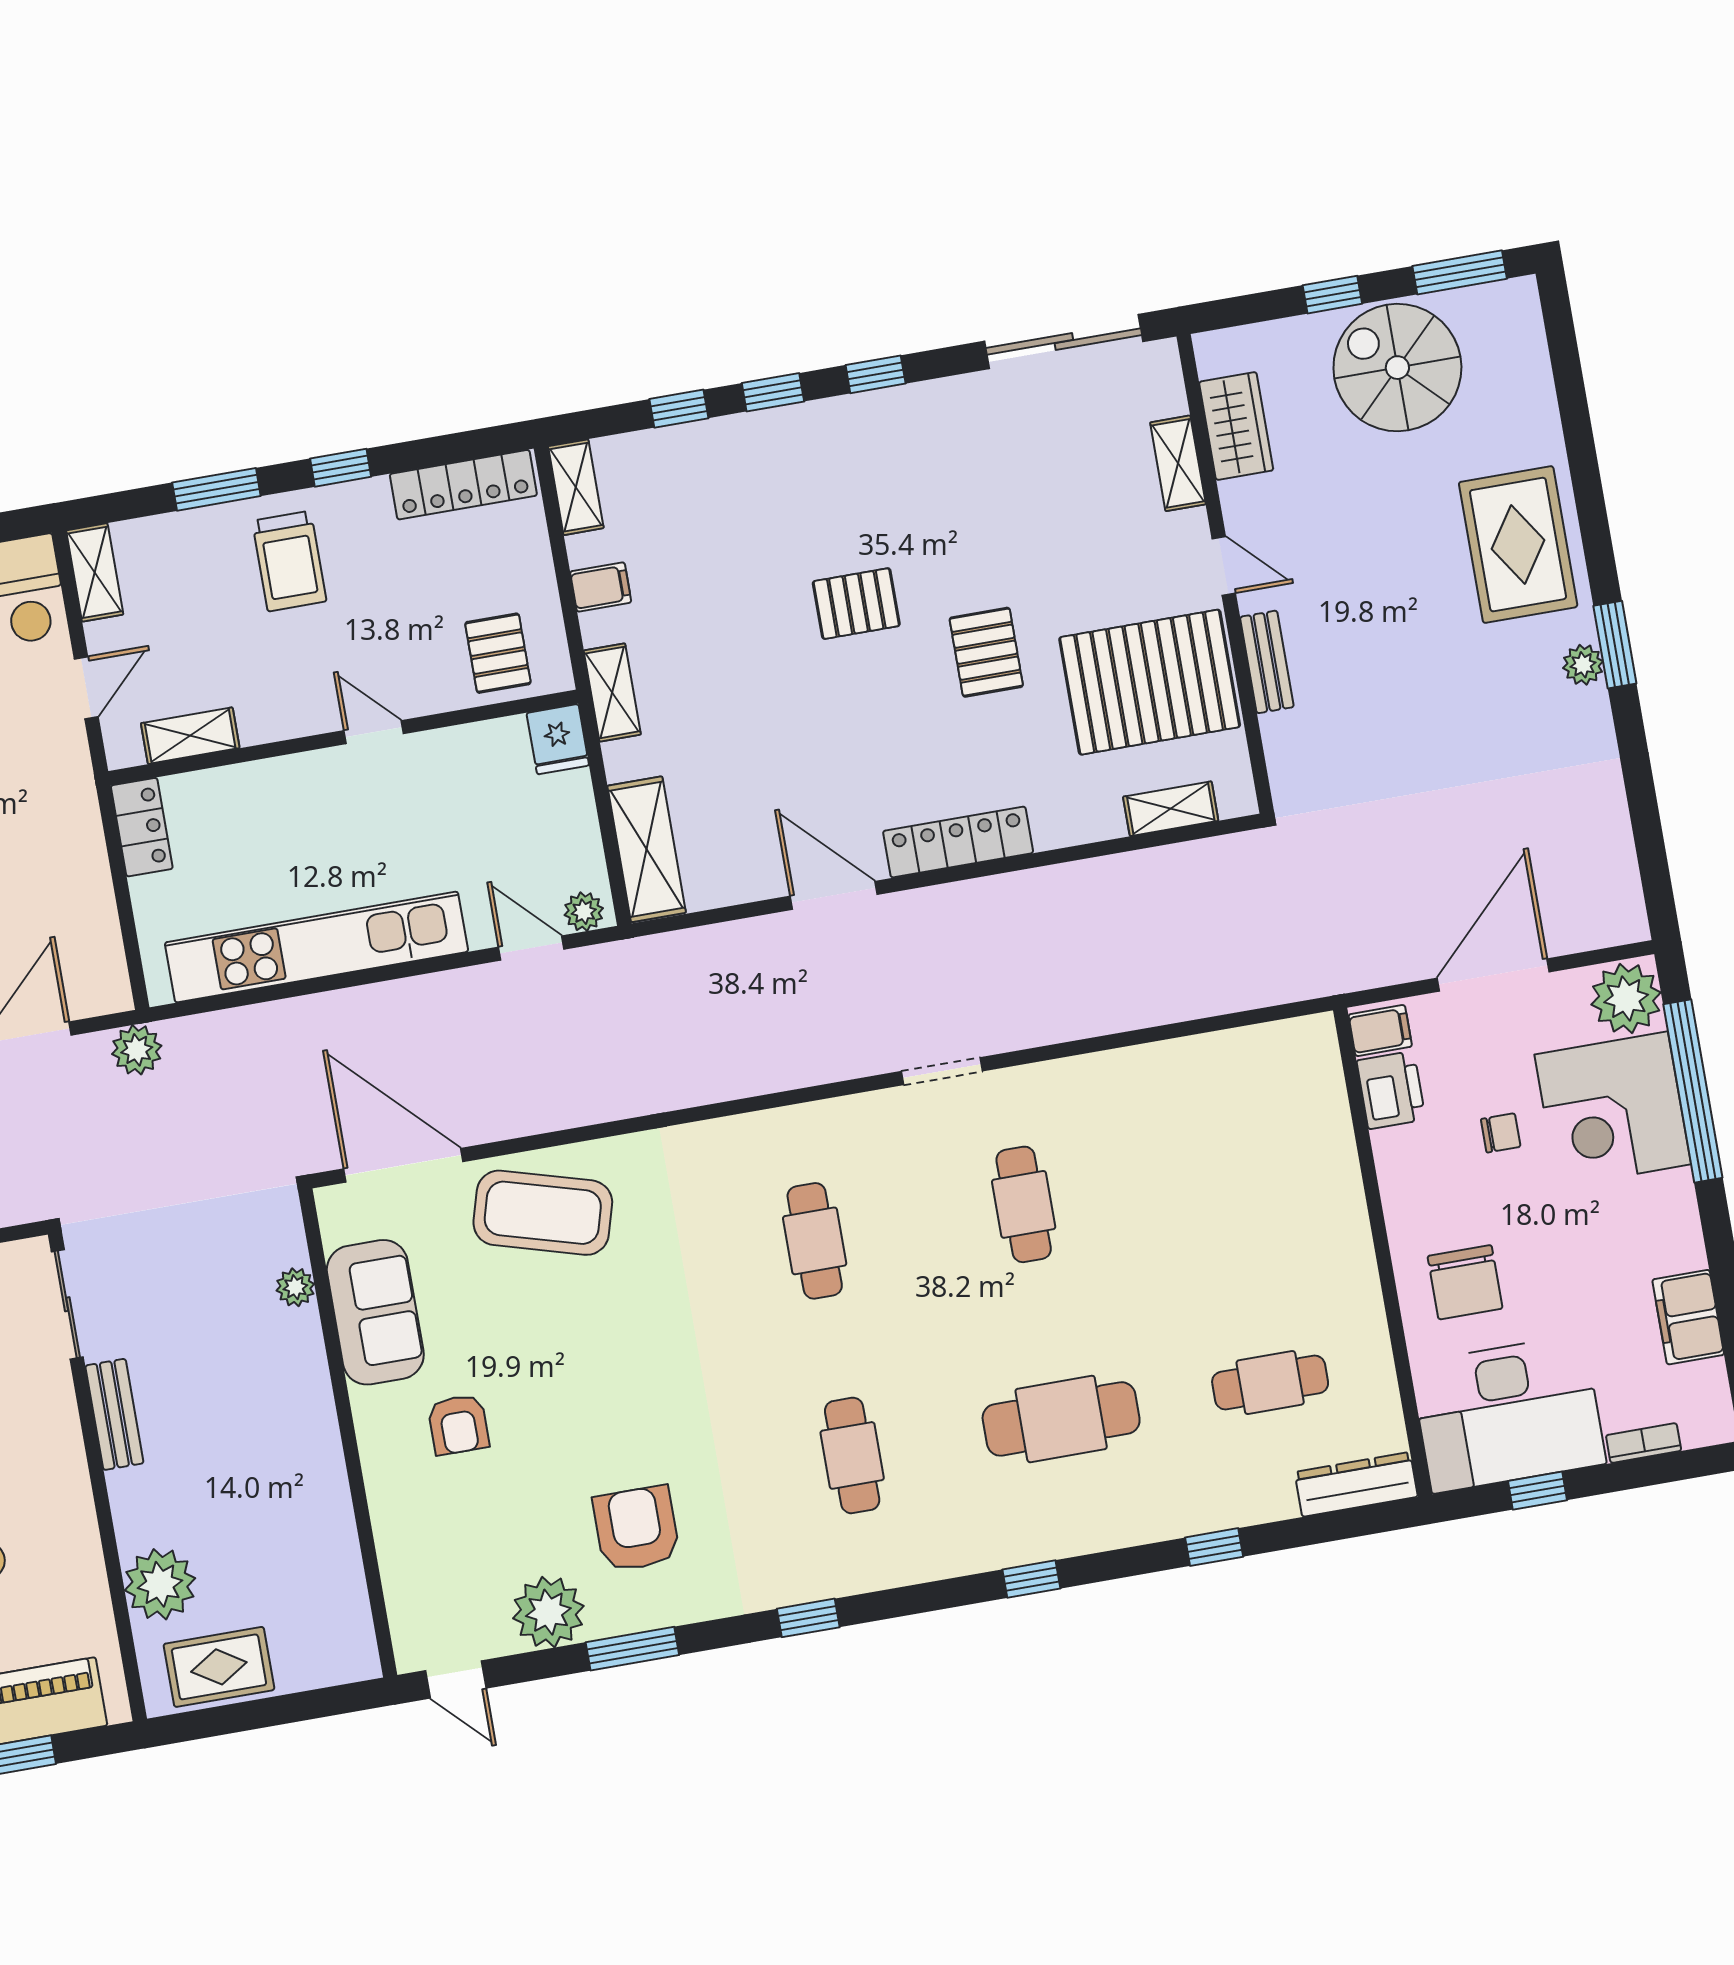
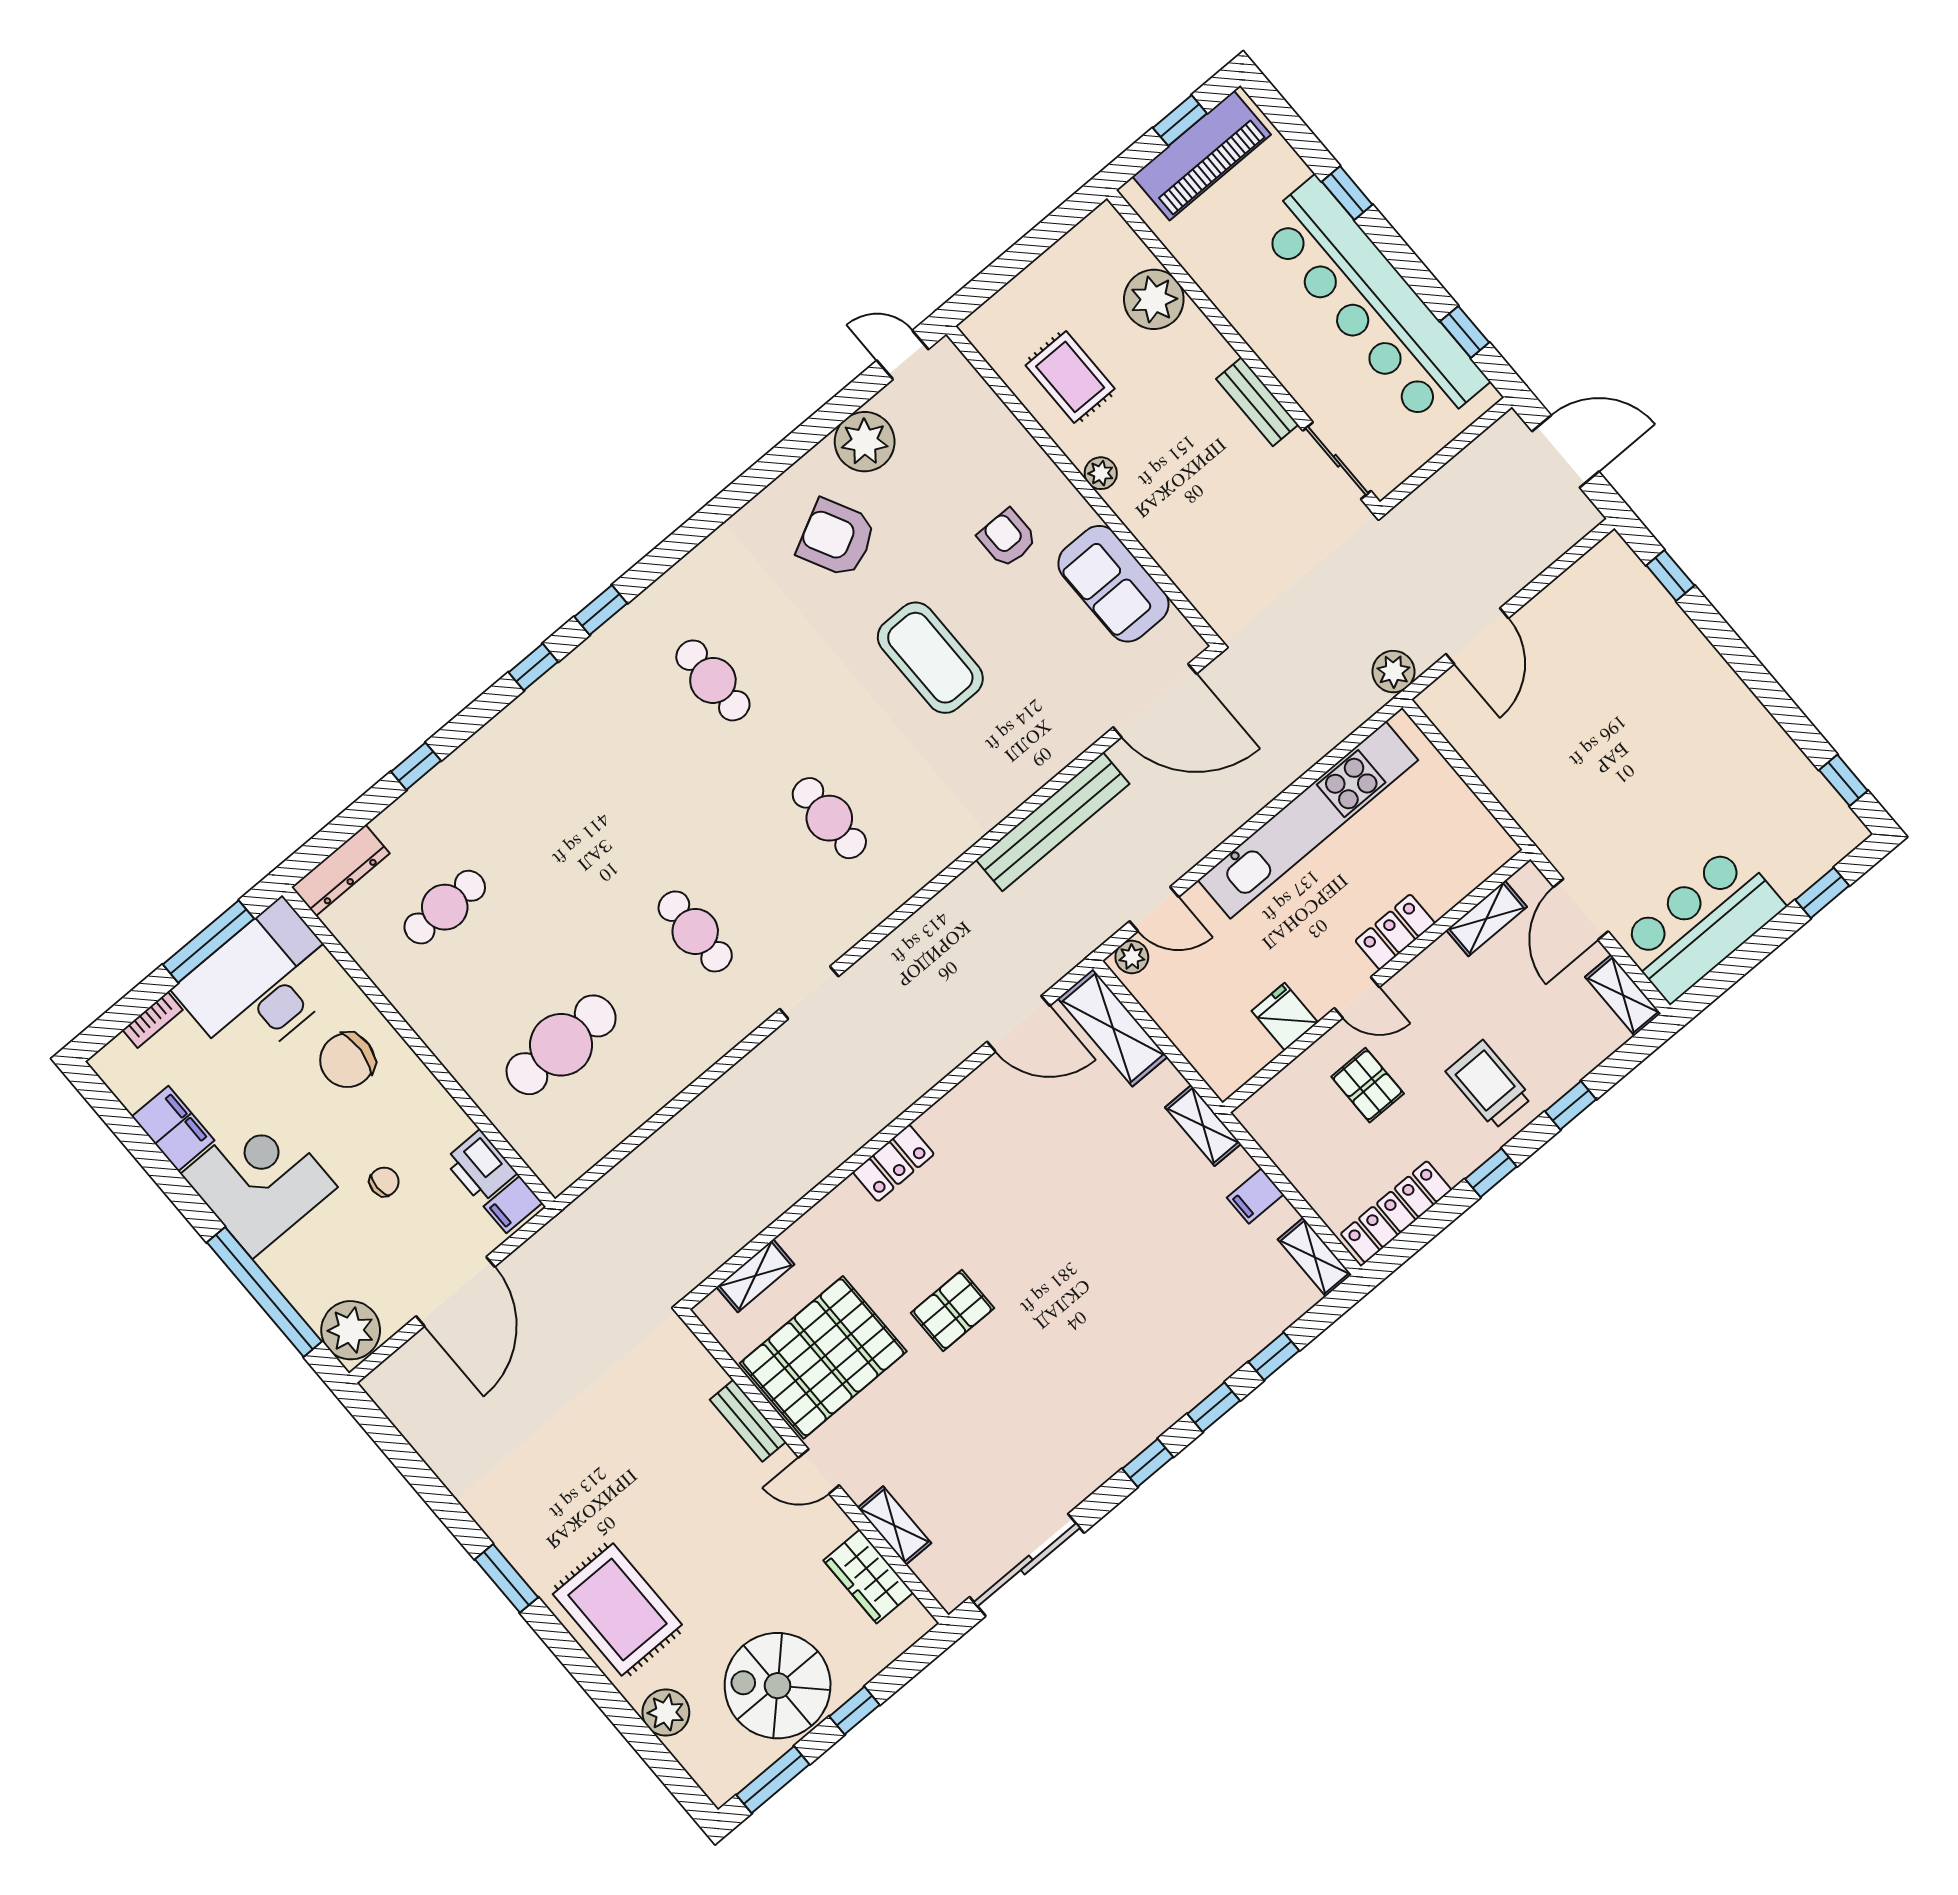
spiral stairs: (1397, 368) -> (778, 1686), turned 180
window: (216, 489) -> (1571, 1105), width x0.67
pallet: (856, 604) -> (1066, 1291), removed
pallet: (986, 652) -> (952, 1310), turned 90
pallet: (498, 653) -> (1368, 1085), moved
plant: (1583, 665) -> (666, 1713), moved, width x1.38, depth x1.38
door: (86, 688) -> (1581, 909), width x1.38
fridge: (558, 739) -> (1285, 1017), moved
locker: (142, 827) -> (1395, 932), moved, turned 90
locker: (958, 842) -> (893, 1163), width x0.66
door: (834, 895) -> (1018, 1024), moved
bench: (584, 1101) -> (1053, 822), added
corner desk: (1613, 1109) -> (259, 1180), moved
chair: (1501, 1133) -> (384, 1182), turned 180
coffee table: (543, 1213) -> (930, 658), moved, turned 74
chair: (1465, 1282) -> (347, 1060), turned -86
plant: (295, 1287) -> (1101, 473), moved
cafe table: (1061, 1419) -> (561, 1045), moved
window: (1537, 1491) -> (208, 942), width x2.17
armchair: (636, 1529) -> (837, 538), turned 153
window: (808, 1618) -> (601, 610), moved
window: (632, 1649) -> (789, 451), removed
rug: (219, 1667) -> (1070, 377), moved, turned 90

